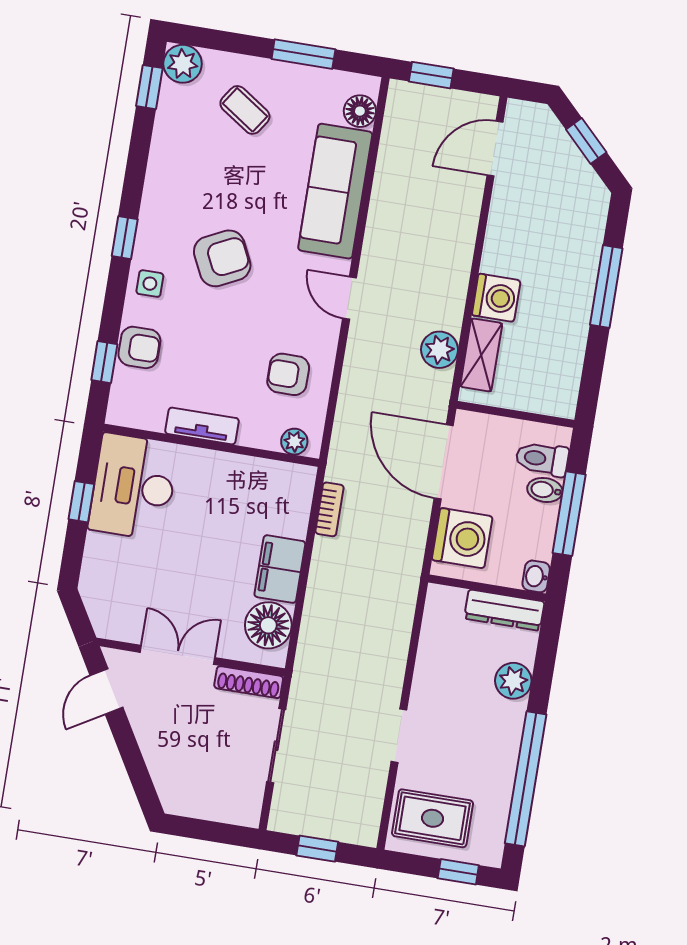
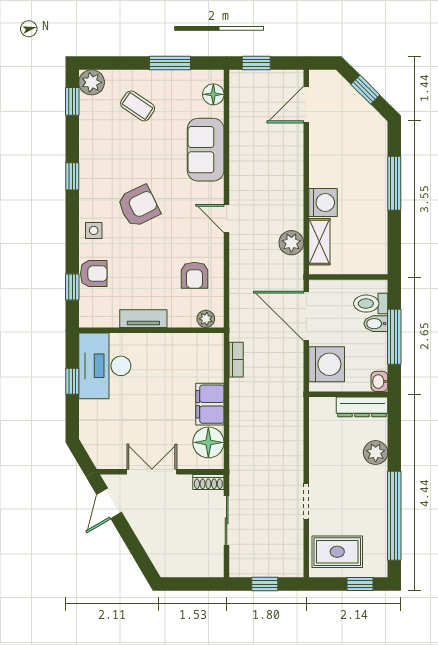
sofa: (335, 191) -> (206, 150), width x0.73
window: (125, 238) -> (72, 176), moved
armchair: (288, 374) -> (194, 275), turned -90
shoe rack: (249, 682) -> (208, 482), width x0.70

